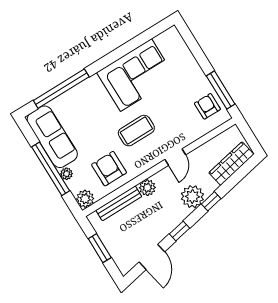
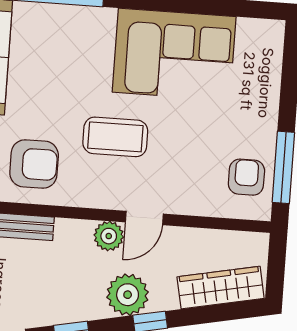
armchair: (109, 169) -> (34, 164), turned 90
plant: (147, 188) -> (109, 236), moved

